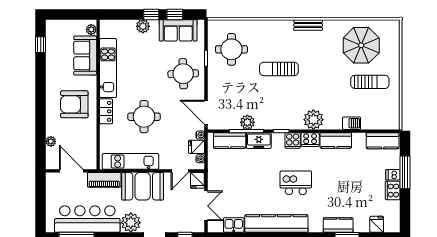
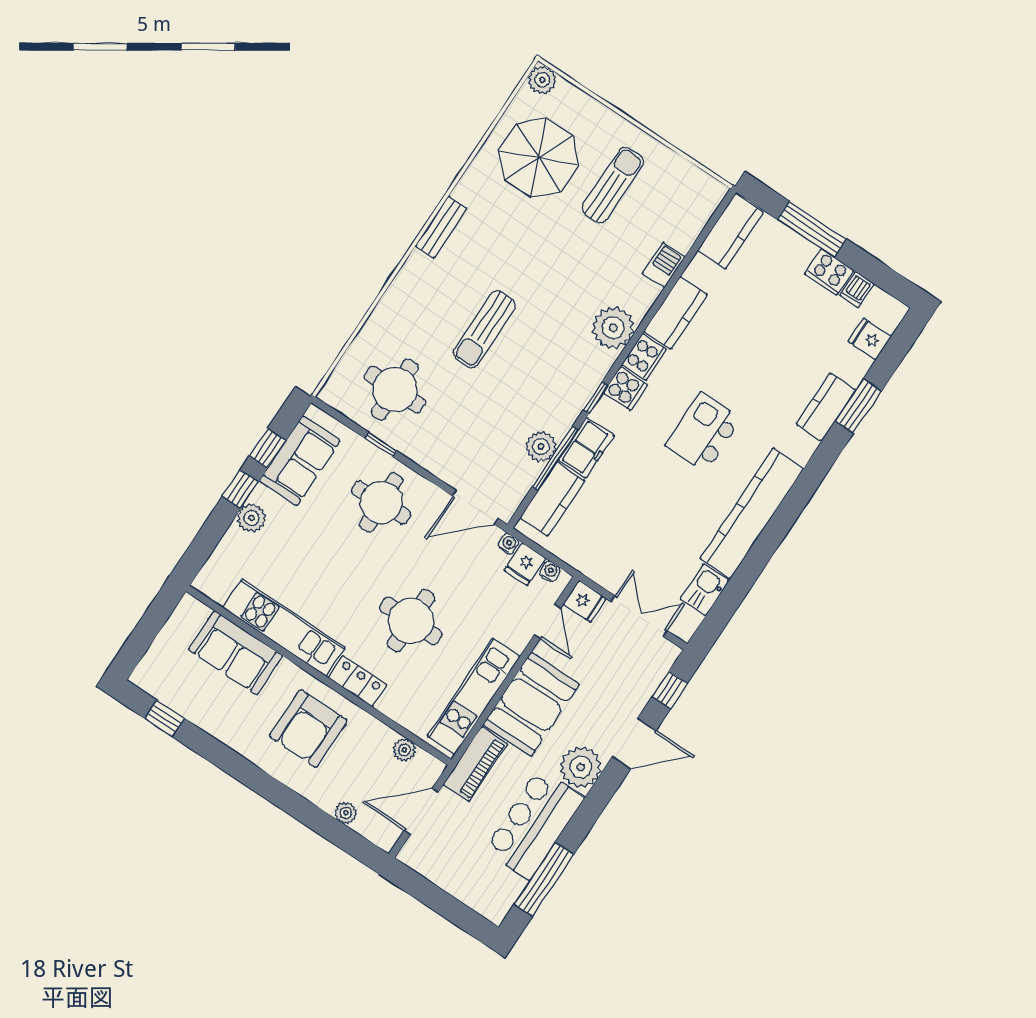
plant: (393, 26) -> (542, 80), added
plant: (91, 29) -> (404, 750), moved
dishwasher: (393, 175) -> (857, 290), moved
bar counter: (87, 219) -> (534, 824), width x0.73

